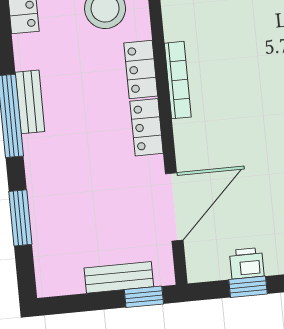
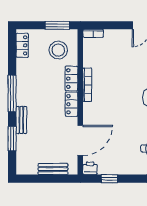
bench: (30, 102) -> (21, 120), moved
printer: (247, 263) -> (90, 168), moved
window: (144, 297) -> (63, 179), removed

